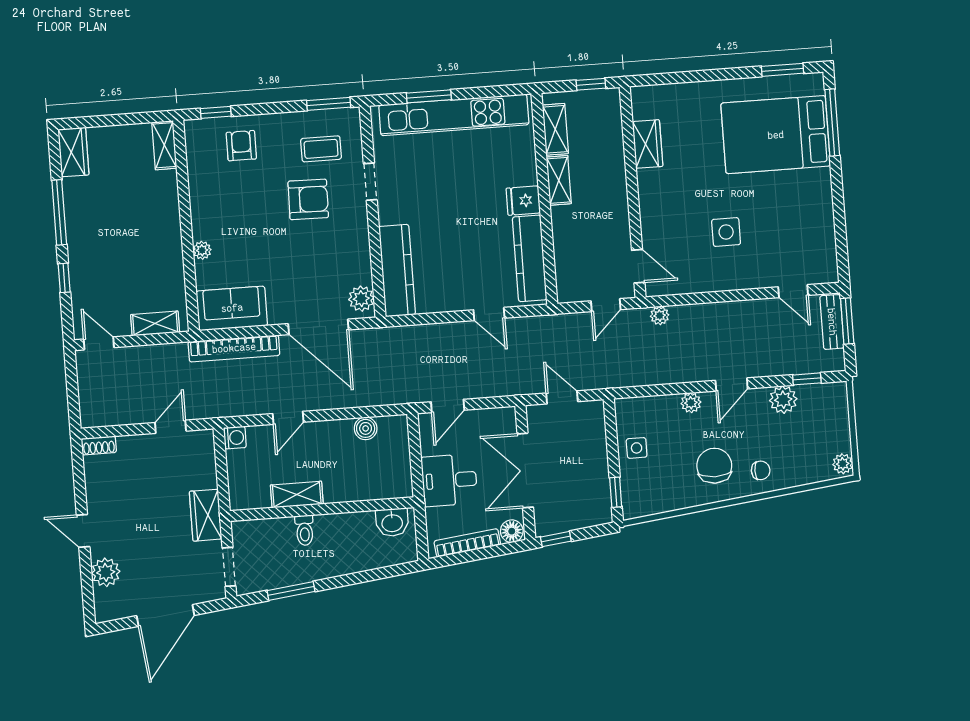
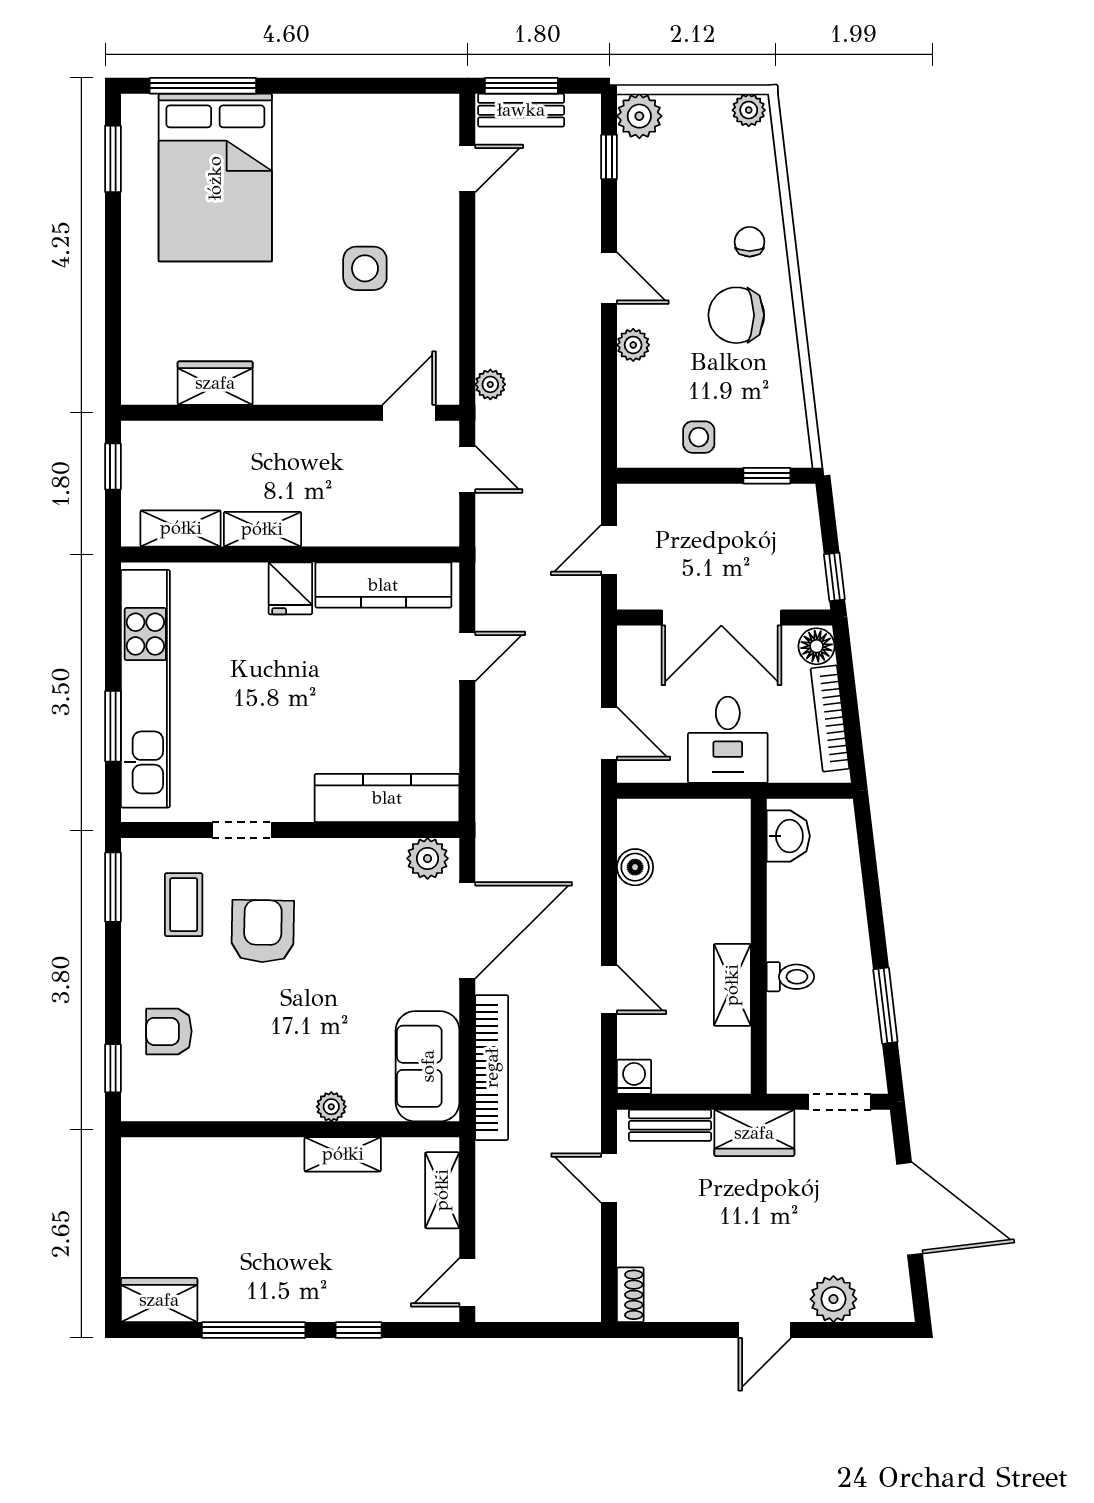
shelving: (164, 145) -> (343, 1154), moved
plant: (783, 400) -> (639, 116), moved
bench: (206, 462) -> (670, 1125), added

